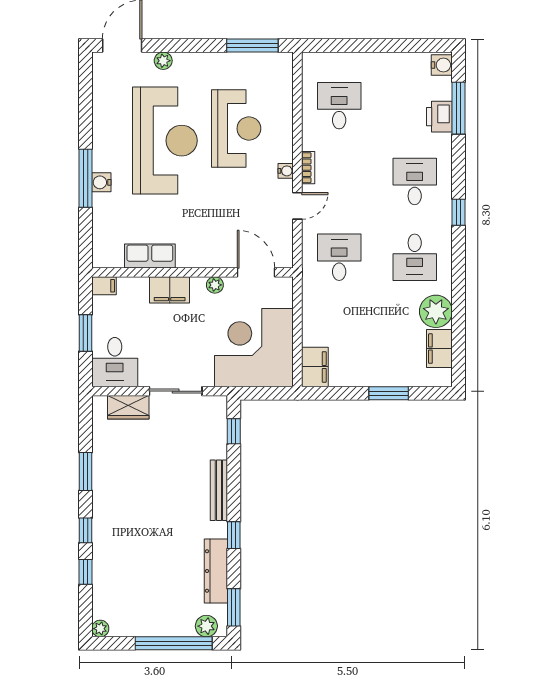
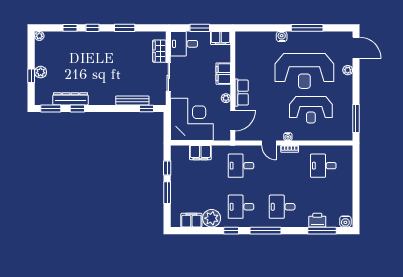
desk: (339, 106) -> (323, 166), turned 180
window: (85, 178) -> (307, 28), moved
desk: (415, 181) -> (282, 207), turned 180
window: (459, 212) -> (265, 231), width x2.17
row of seats: (150, 256) -> (242, 93), moved
desk: (339, 257) -> (241, 166), turned 180
window: (459, 275) -> (231, 231), added
filing cabinet: (104, 286) -> (220, 38), width x2.00
filing cabinet: (315, 367) -> (200, 153), moved
window: (343, 393) -> (167, 168), added
bench: (219, 490) -> (132, 100), moved
window: (234, 535) -> (77, 108), moved
plant: (206, 626) -> (41, 72), moved
window: (174, 643) -> (31, 76), width x0.32

